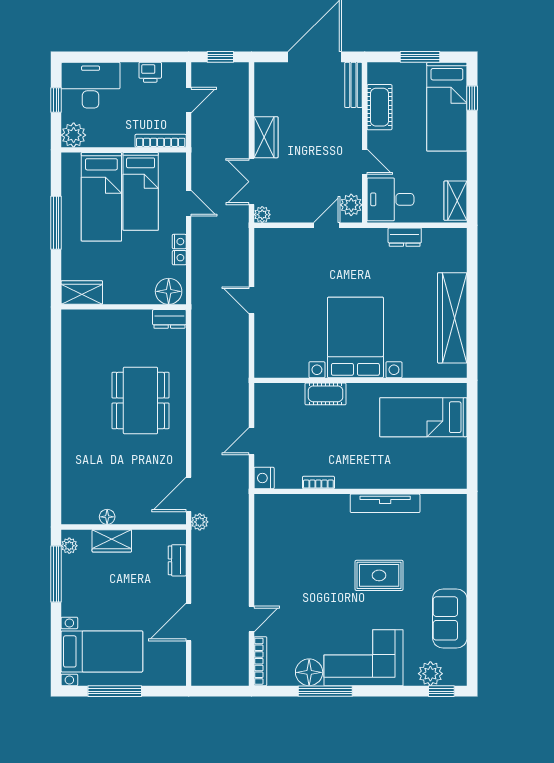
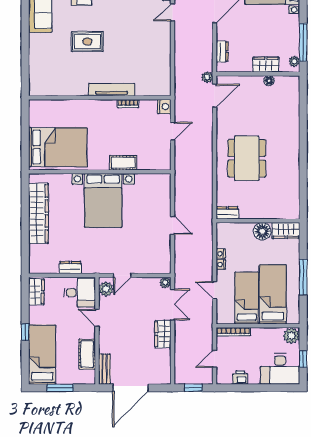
window: (472, 98) -> (25, 332), moved
floor lamp: (169, 291) -> (262, 231), moved
bed: (423, 417) -> (58, 147), width x1.50
tv unit: (385, 503) -> (112, 90), moved

